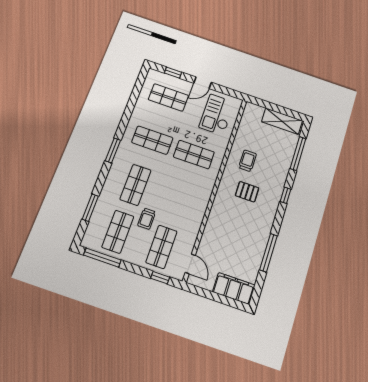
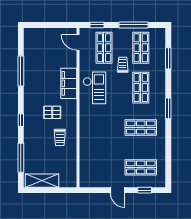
door: (203, 83) -> (118, 190), swing flipped
checkout: (217, 115) -> (94, 88), moved
shop shelf: (194, 155) -> (104, 127), removed
window: (102, 258) -> (134, 25), moved
filing cabinet: (234, 288) -> (69, 83), moved, turned 90

